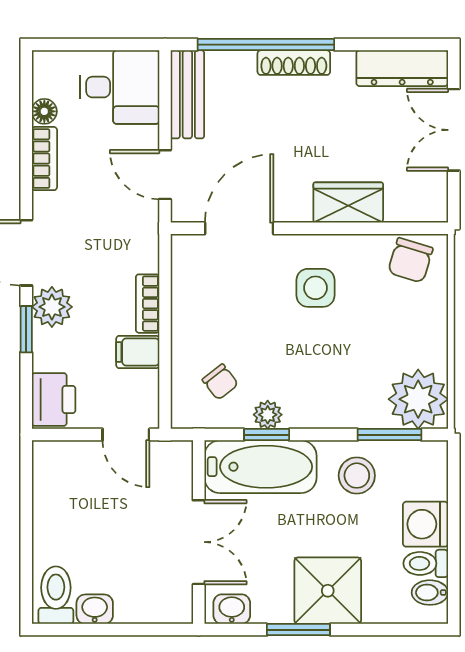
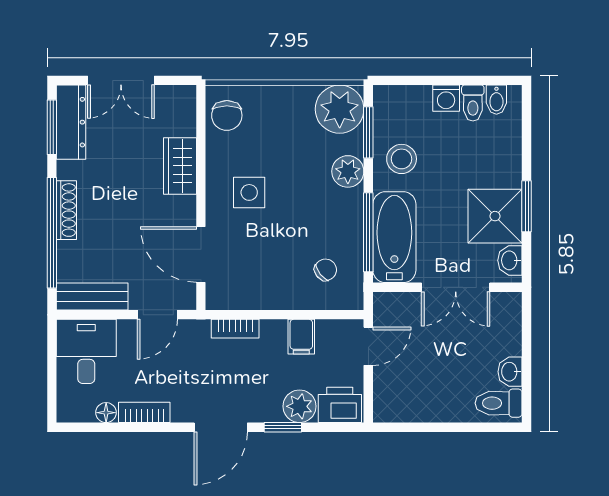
window: (396, 45) -> (52, 127), added
chair: (410, 260) -> (227, 115), turned 73
bookcase: (148, 304) -> (235, 329), moved
plant: (52, 307) -> (300, 406), moved
plant: (268, 415) -> (348, 171), moved, width x1.38, depth x1.38
window: (267, 435) -> (368, 232), width x2.17
washing machine: (425, 524) -> (446, 98), width x0.73, depth x0.73
double door: (199, 542) -> (456, 287), swing flipped
shower: (328, 591) -> (495, 216), moved

